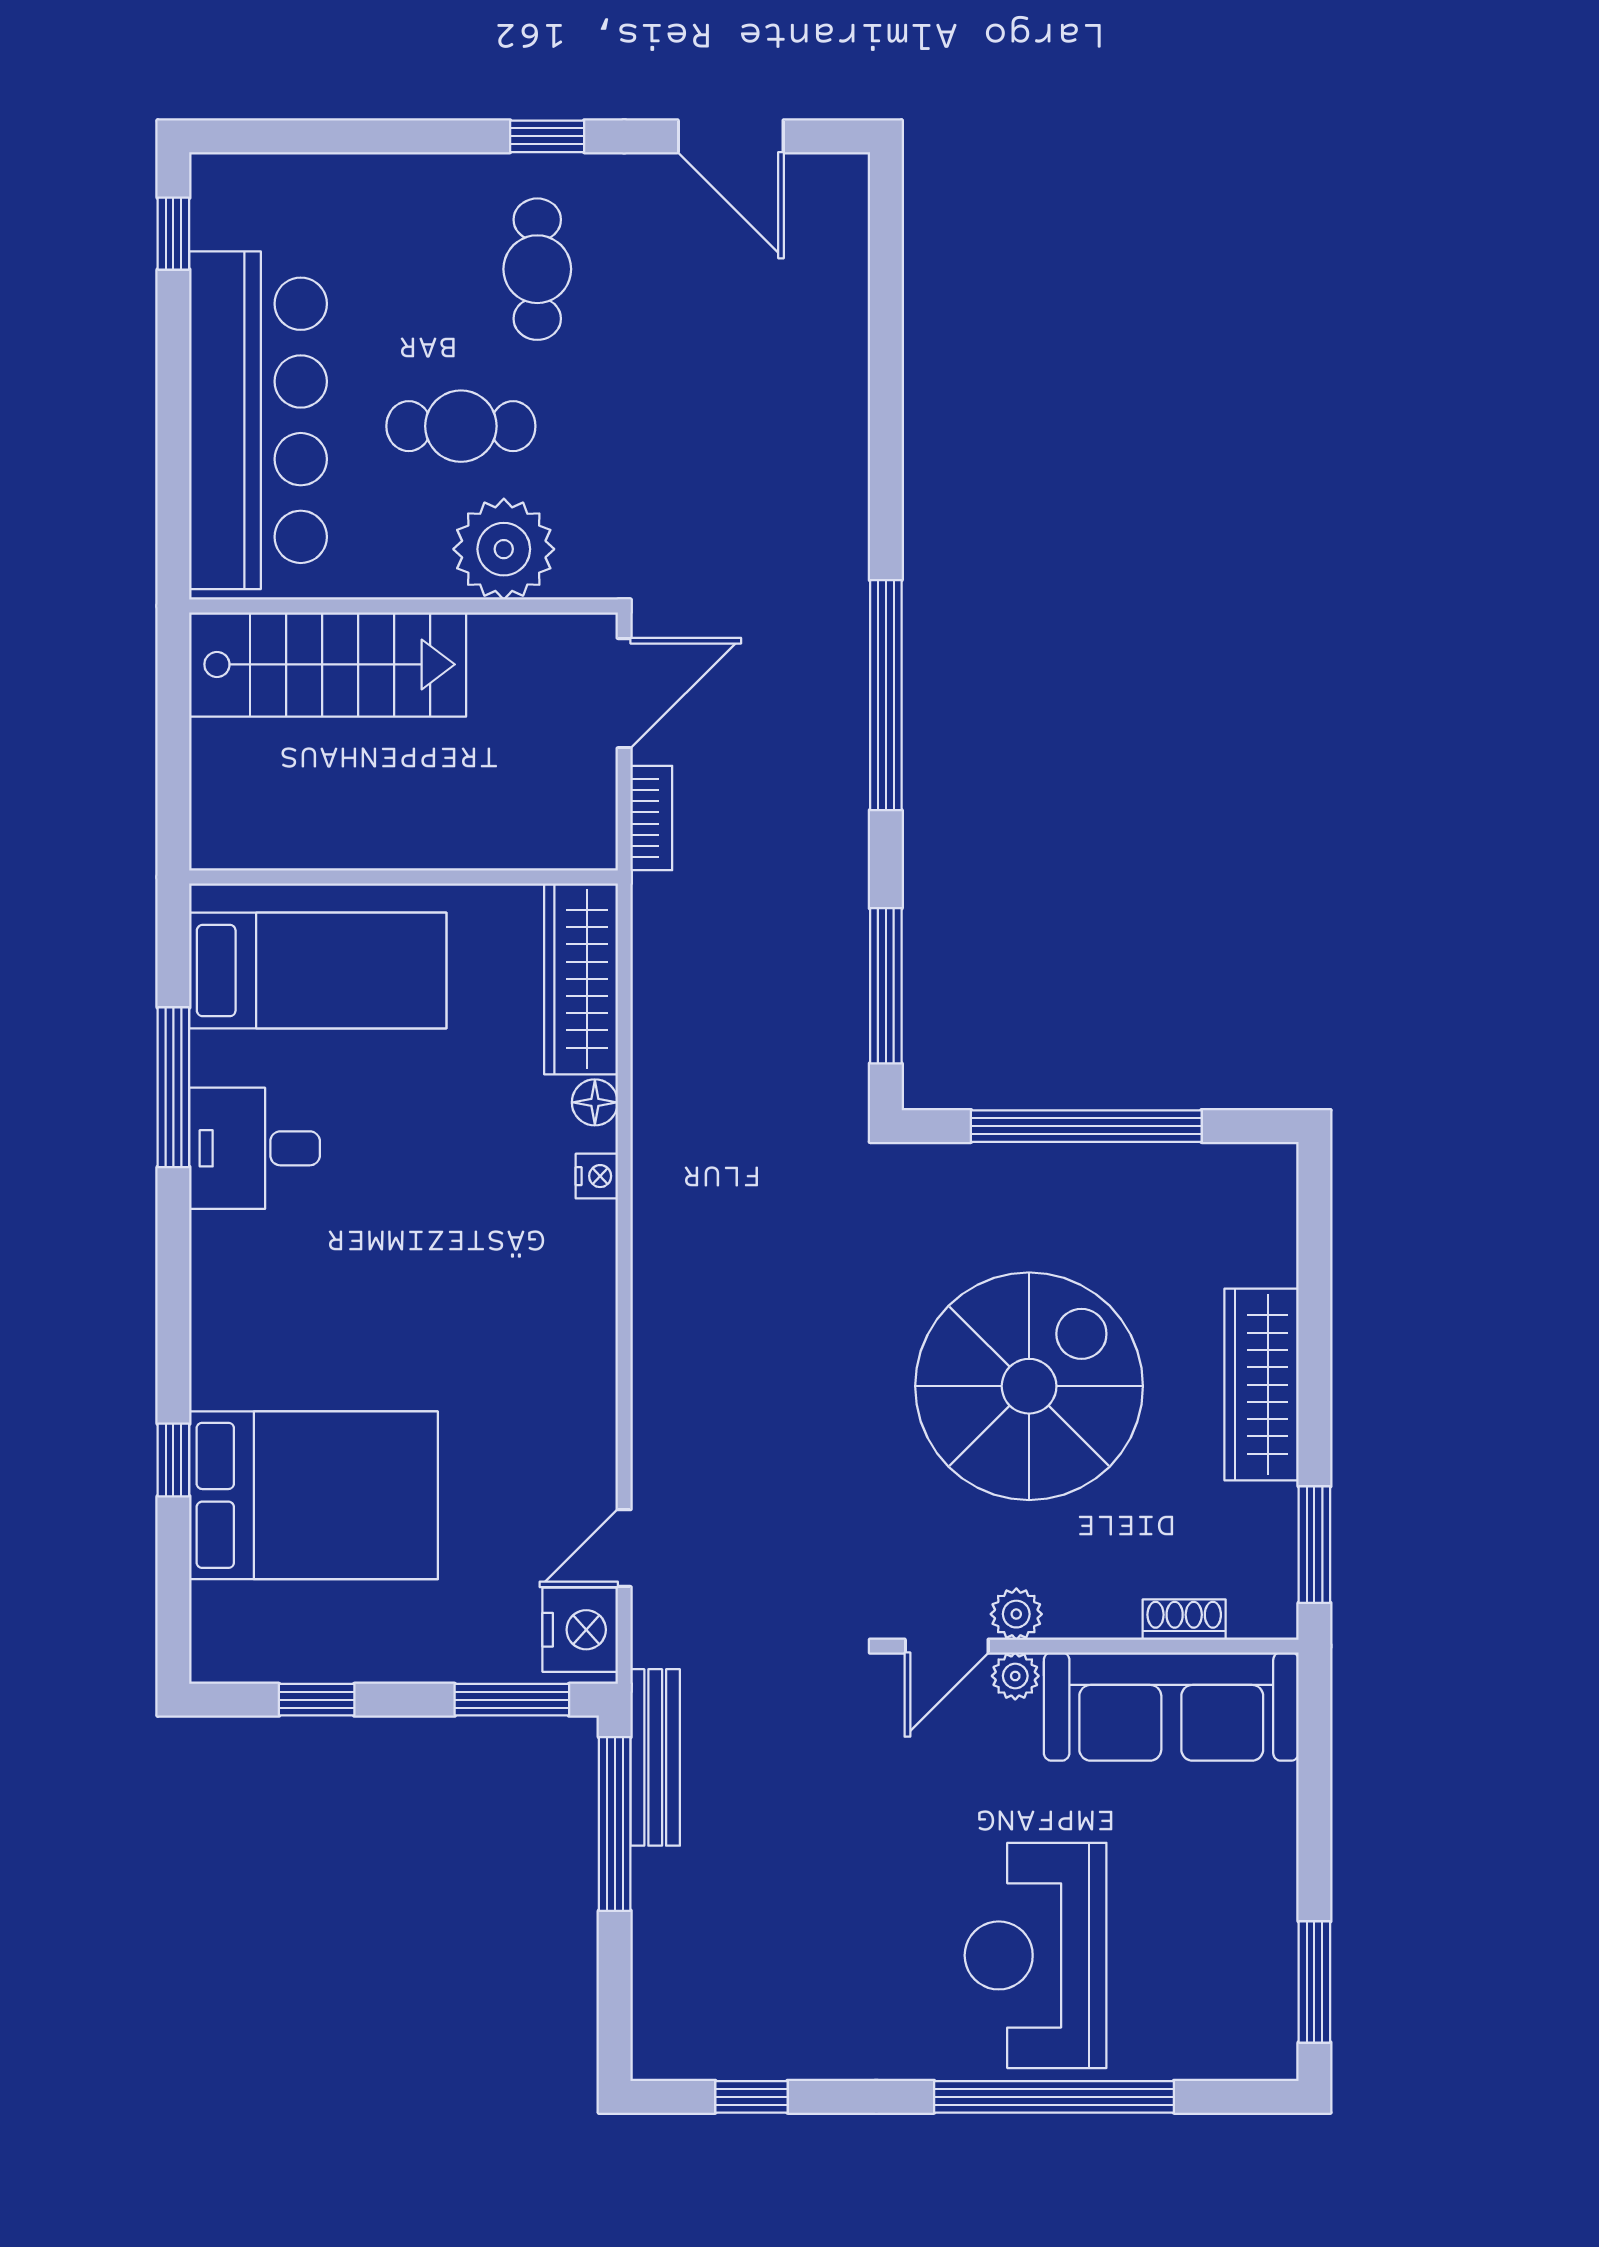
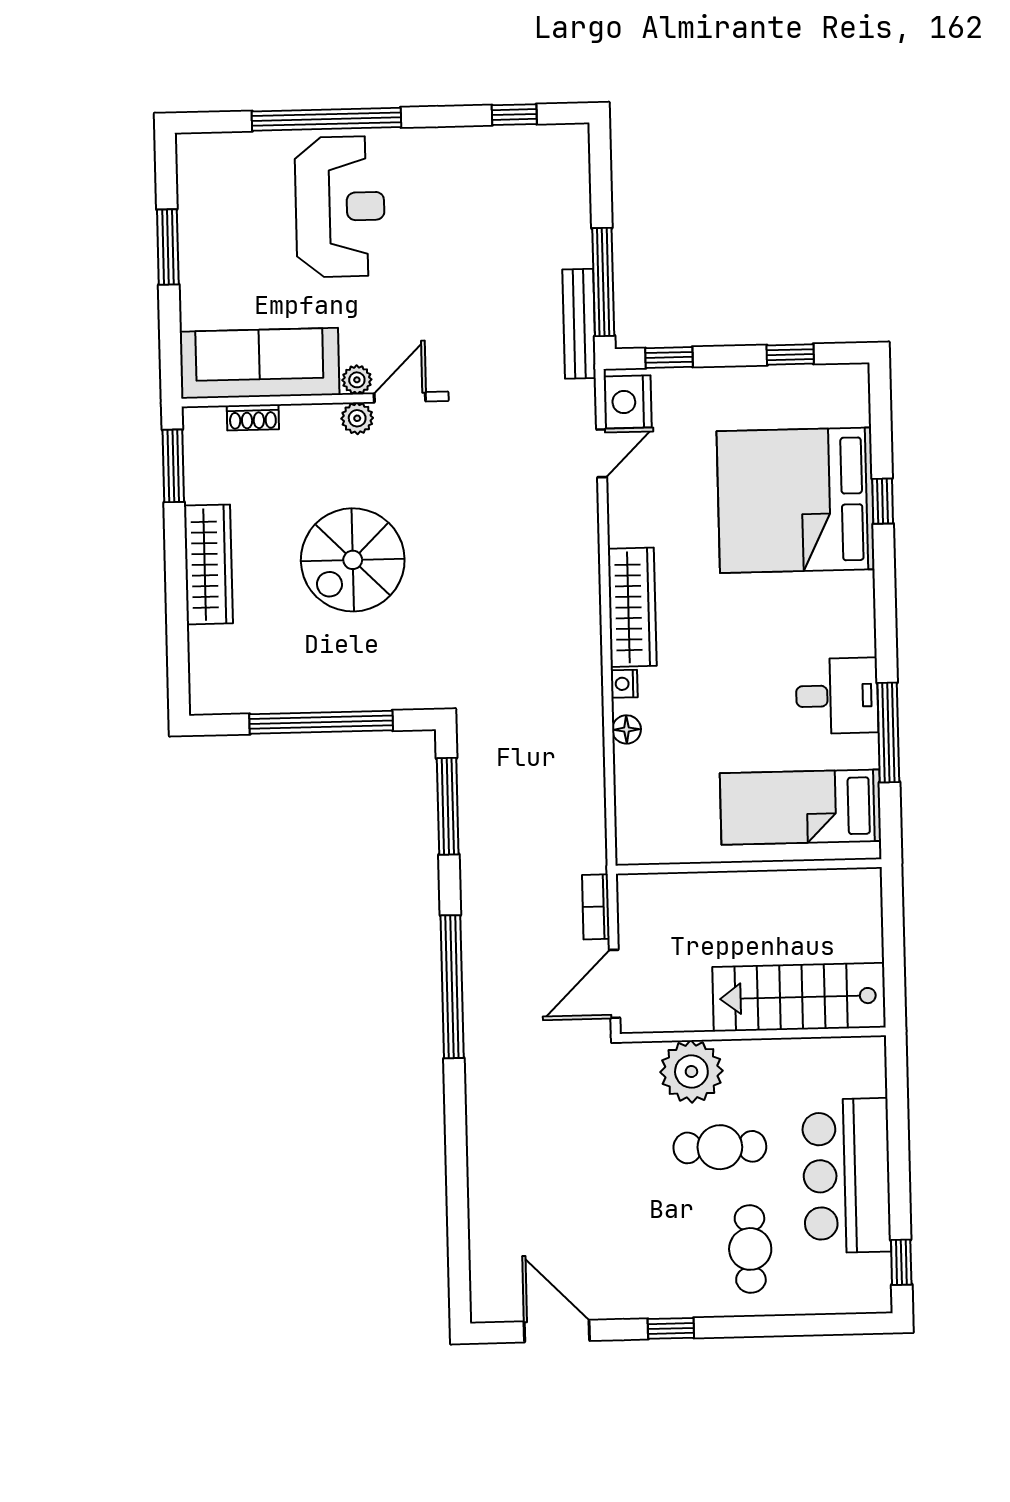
cafe table: (537, 269) -> (750, 1249), moved
bar counter: (258, 420) -> (847, 1176), width x0.73
wardrobe: (581, 979) -> (632, 607), moved
spiral stairs: (1029, 1386) -> (353, 560), width x0.73, depth x0.73
bed: (314, 1495) -> (796, 500), width x1.36
window: (512, 1700) -> (669, 358), width x0.67
window: (1314, 1982) -> (168, 247), moved

